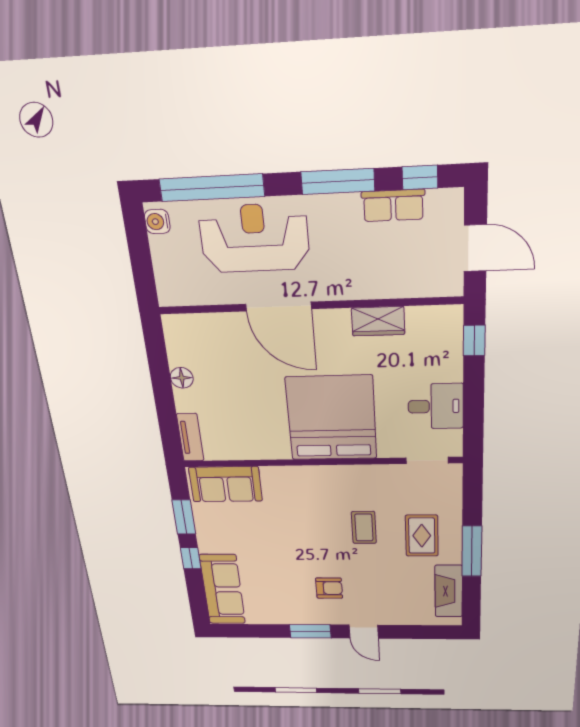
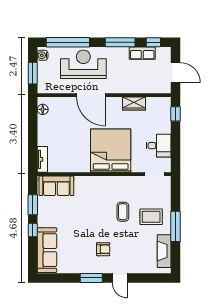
window: (142, 263) -> (33, 73), added
floor lamp: (182, 378) -> (43, 109), moved
rug: (422, 536) -> (151, 217), turned 90

